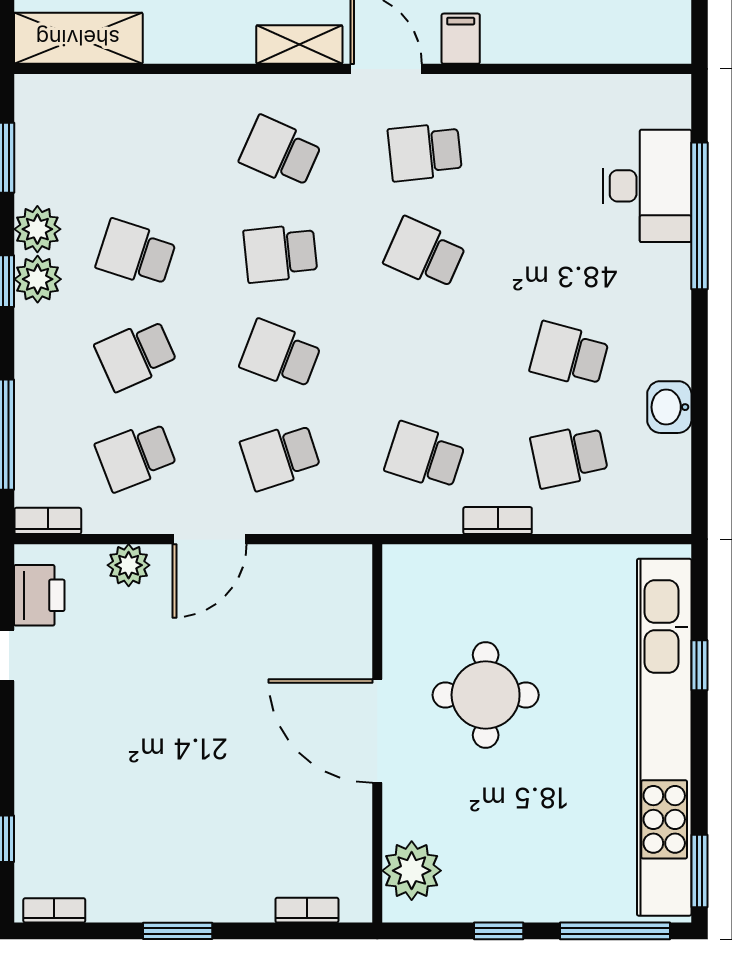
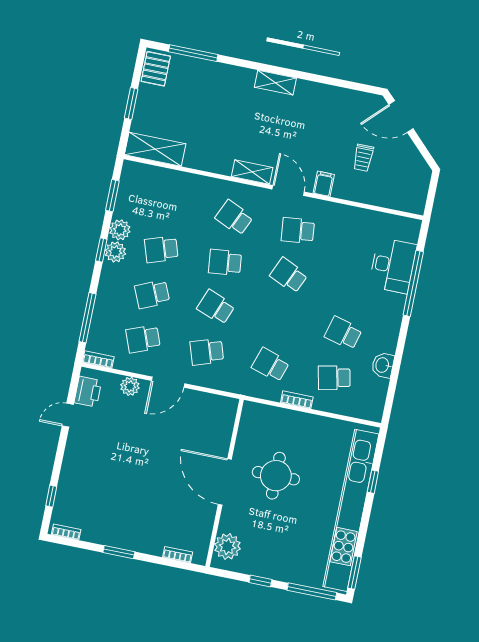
school desk: (136, 253) -> (161, 249), turned -36

